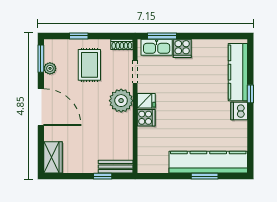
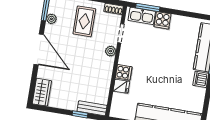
plant: (121, 101) -> (111, 51), width x0.53, depth x0.53
fridge: (146, 101) -> (121, 86), moved

